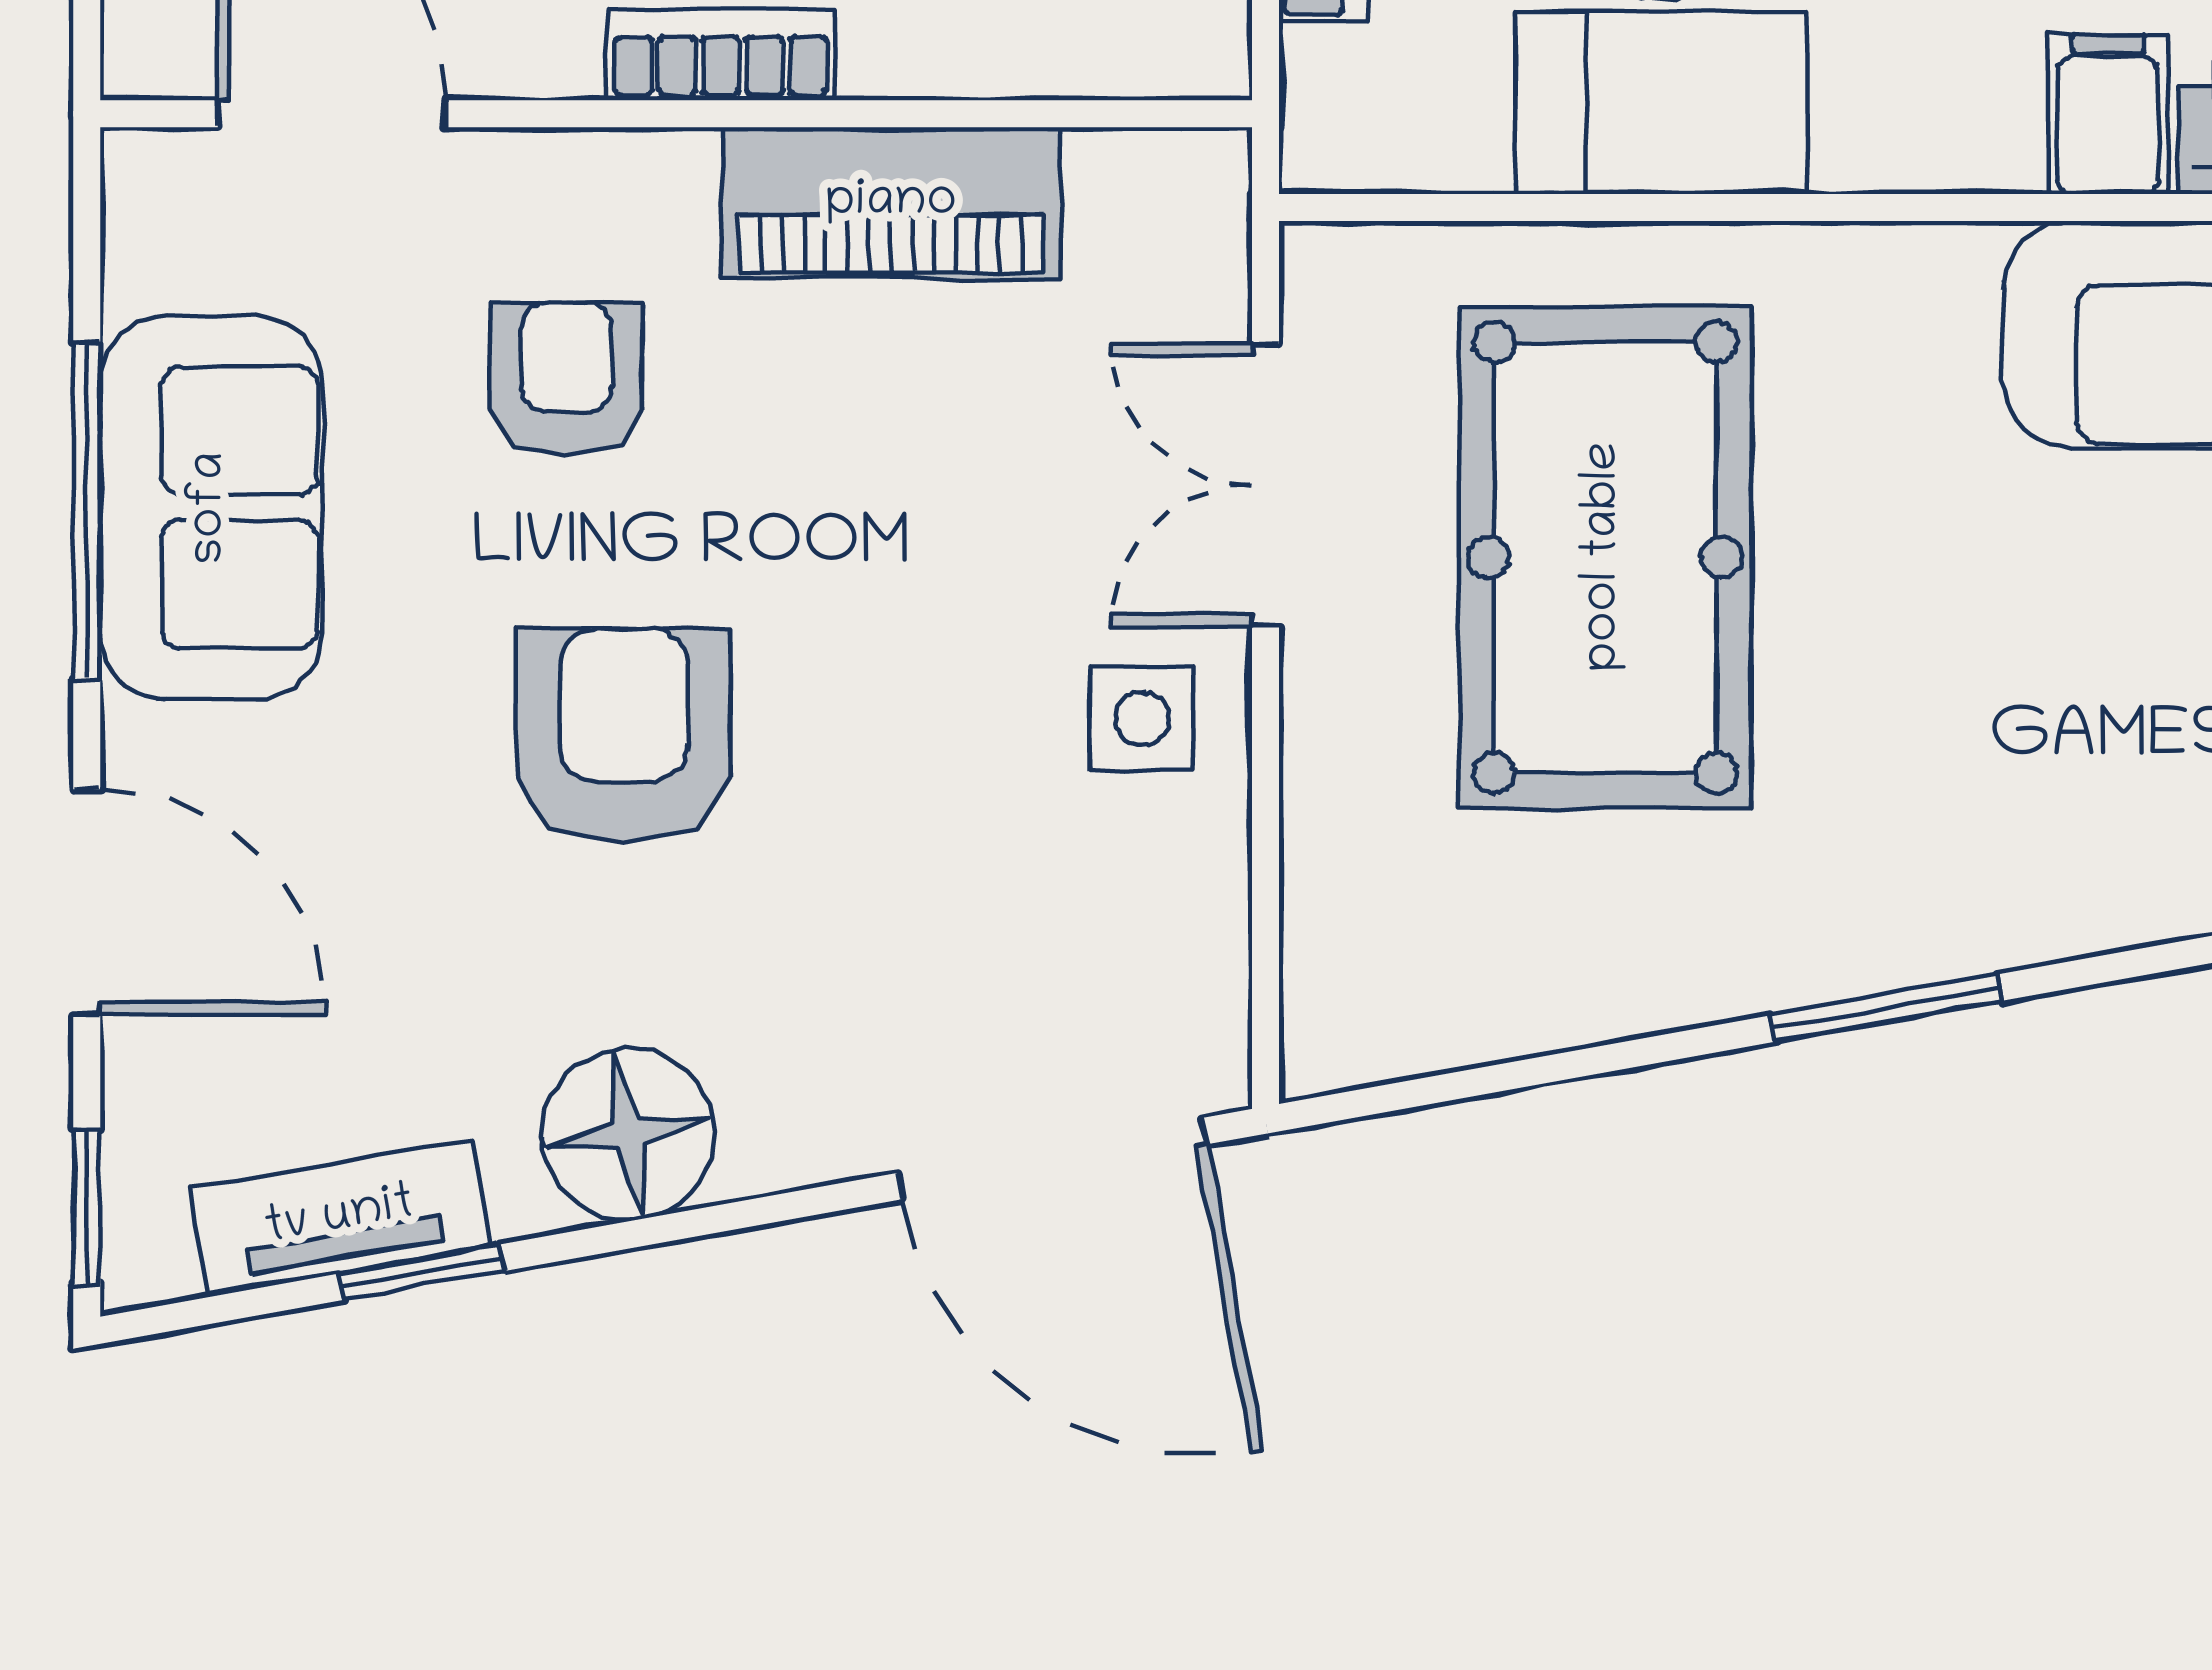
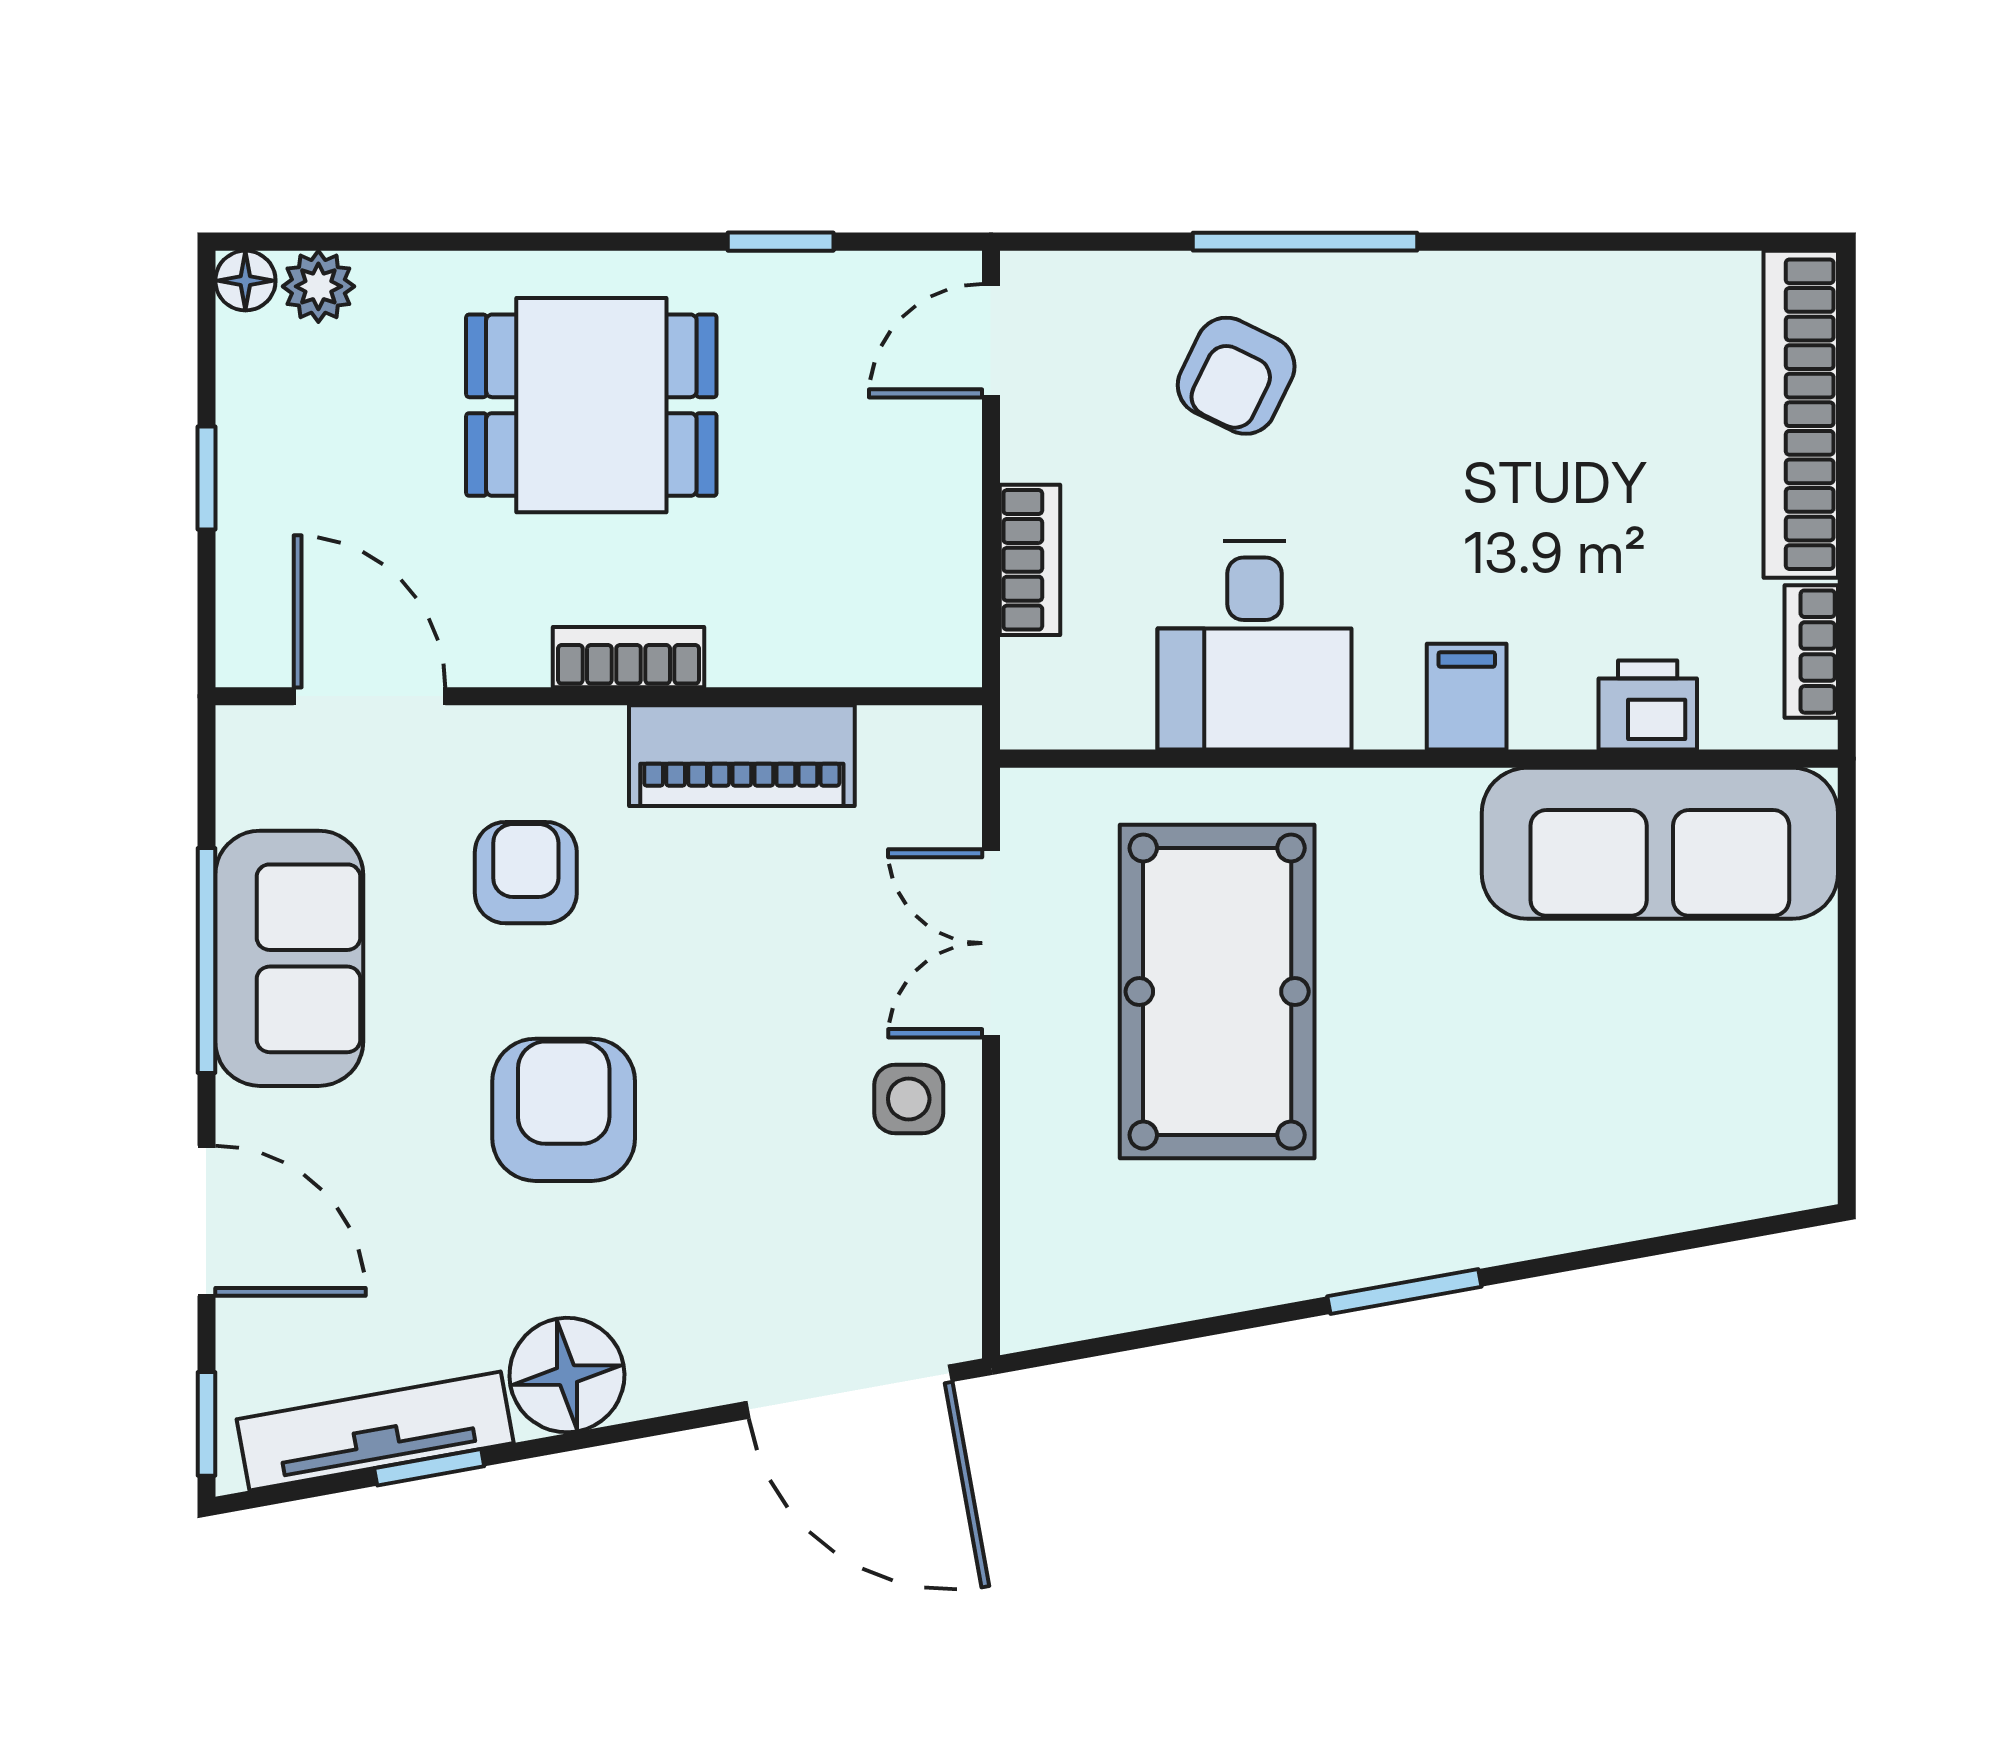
filing cabinet: (2108, 114) -> (1467, 697), moved
tv unit: (340, 1218) -> (375, 1431), width x1.41

